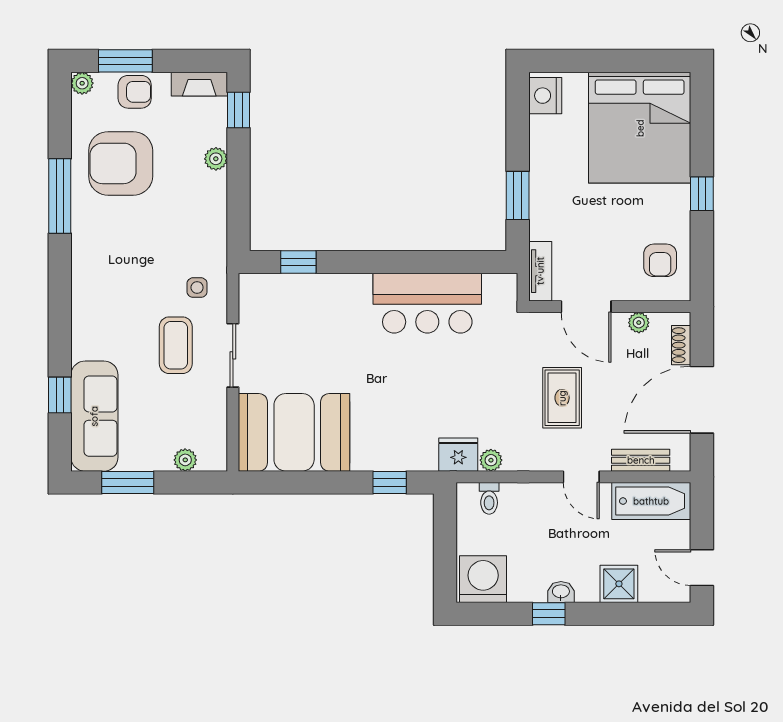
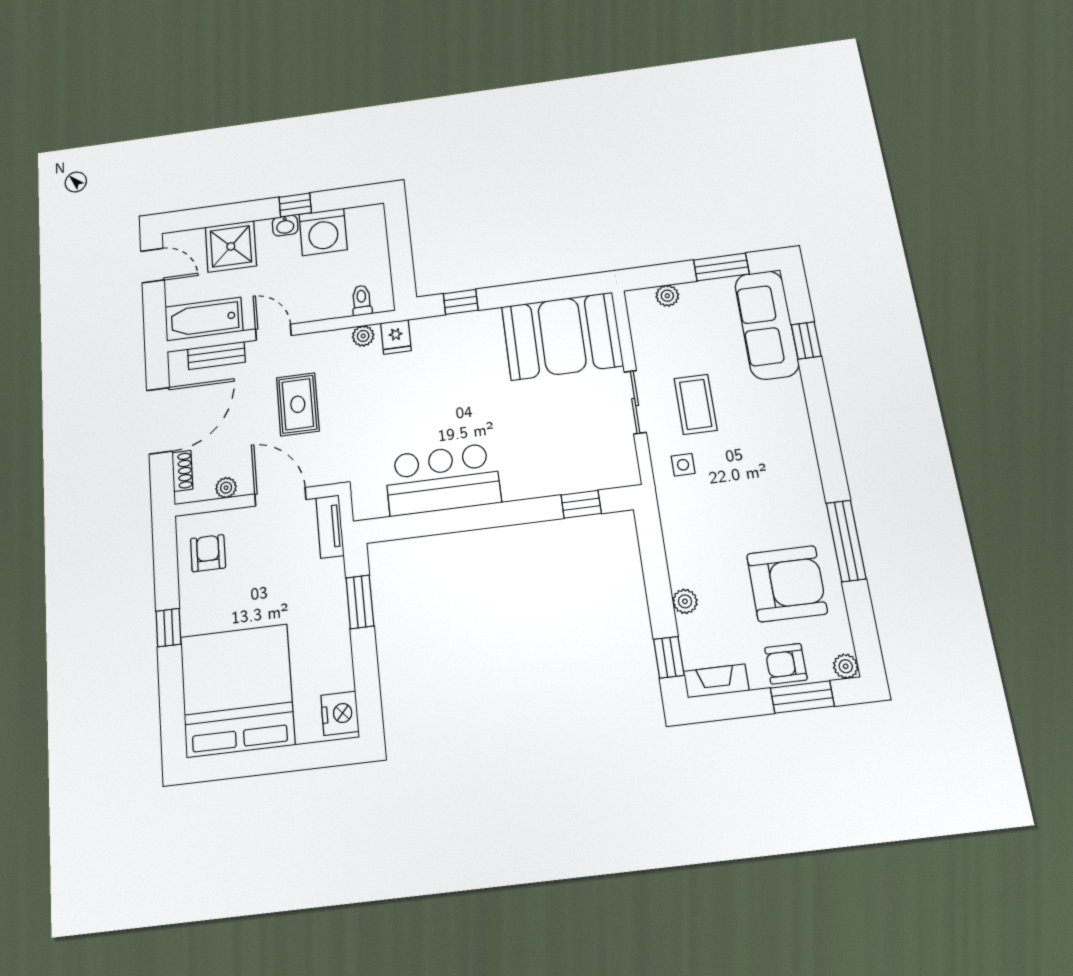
fridge: (458, 455) -> (396, 337), width x0.72
washing machine: (483, 579) -> (323, 232), moved
shower: (619, 584) -> (231, 246), width x1.36, depth x1.36

